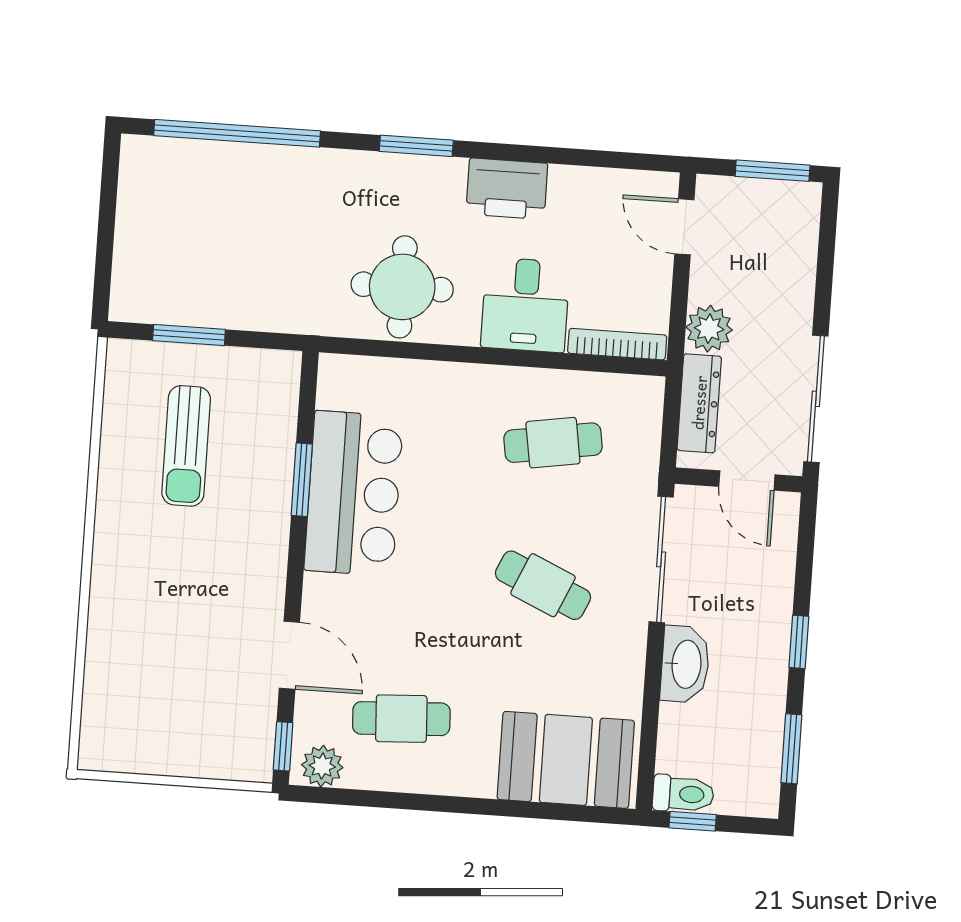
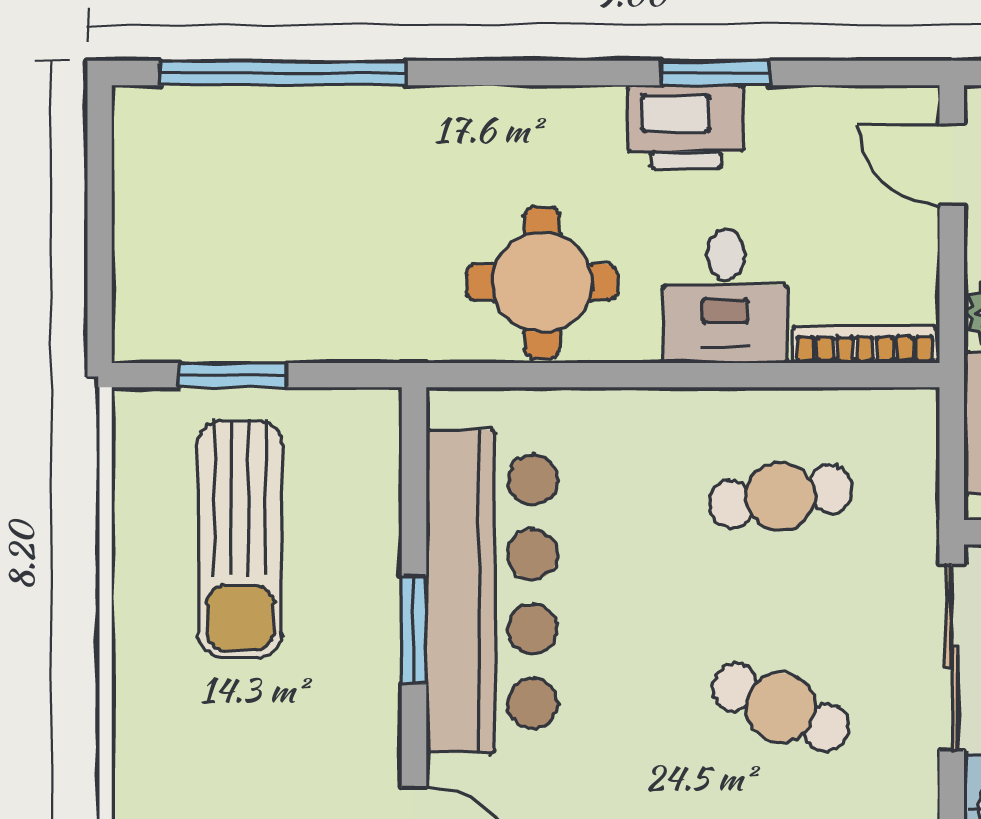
window: (416, 146) -> (715, 73), moved
sun lounger: (186, 446) -> (240, 539), width x1.36, depth x1.34
window: (302, 480) -> (414, 630), moved
bar counter: (354, 493) -> (492, 592), width x1.36

